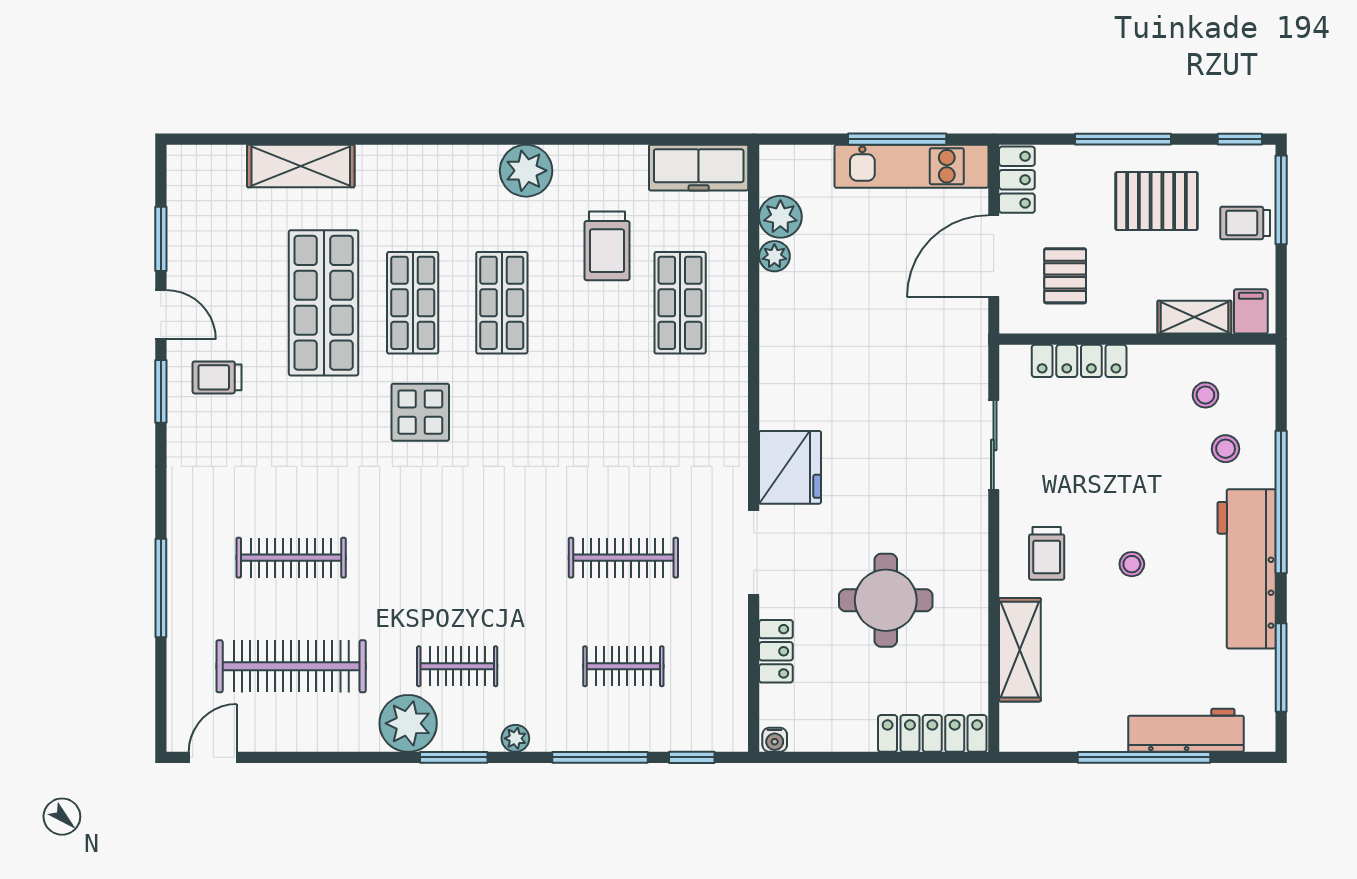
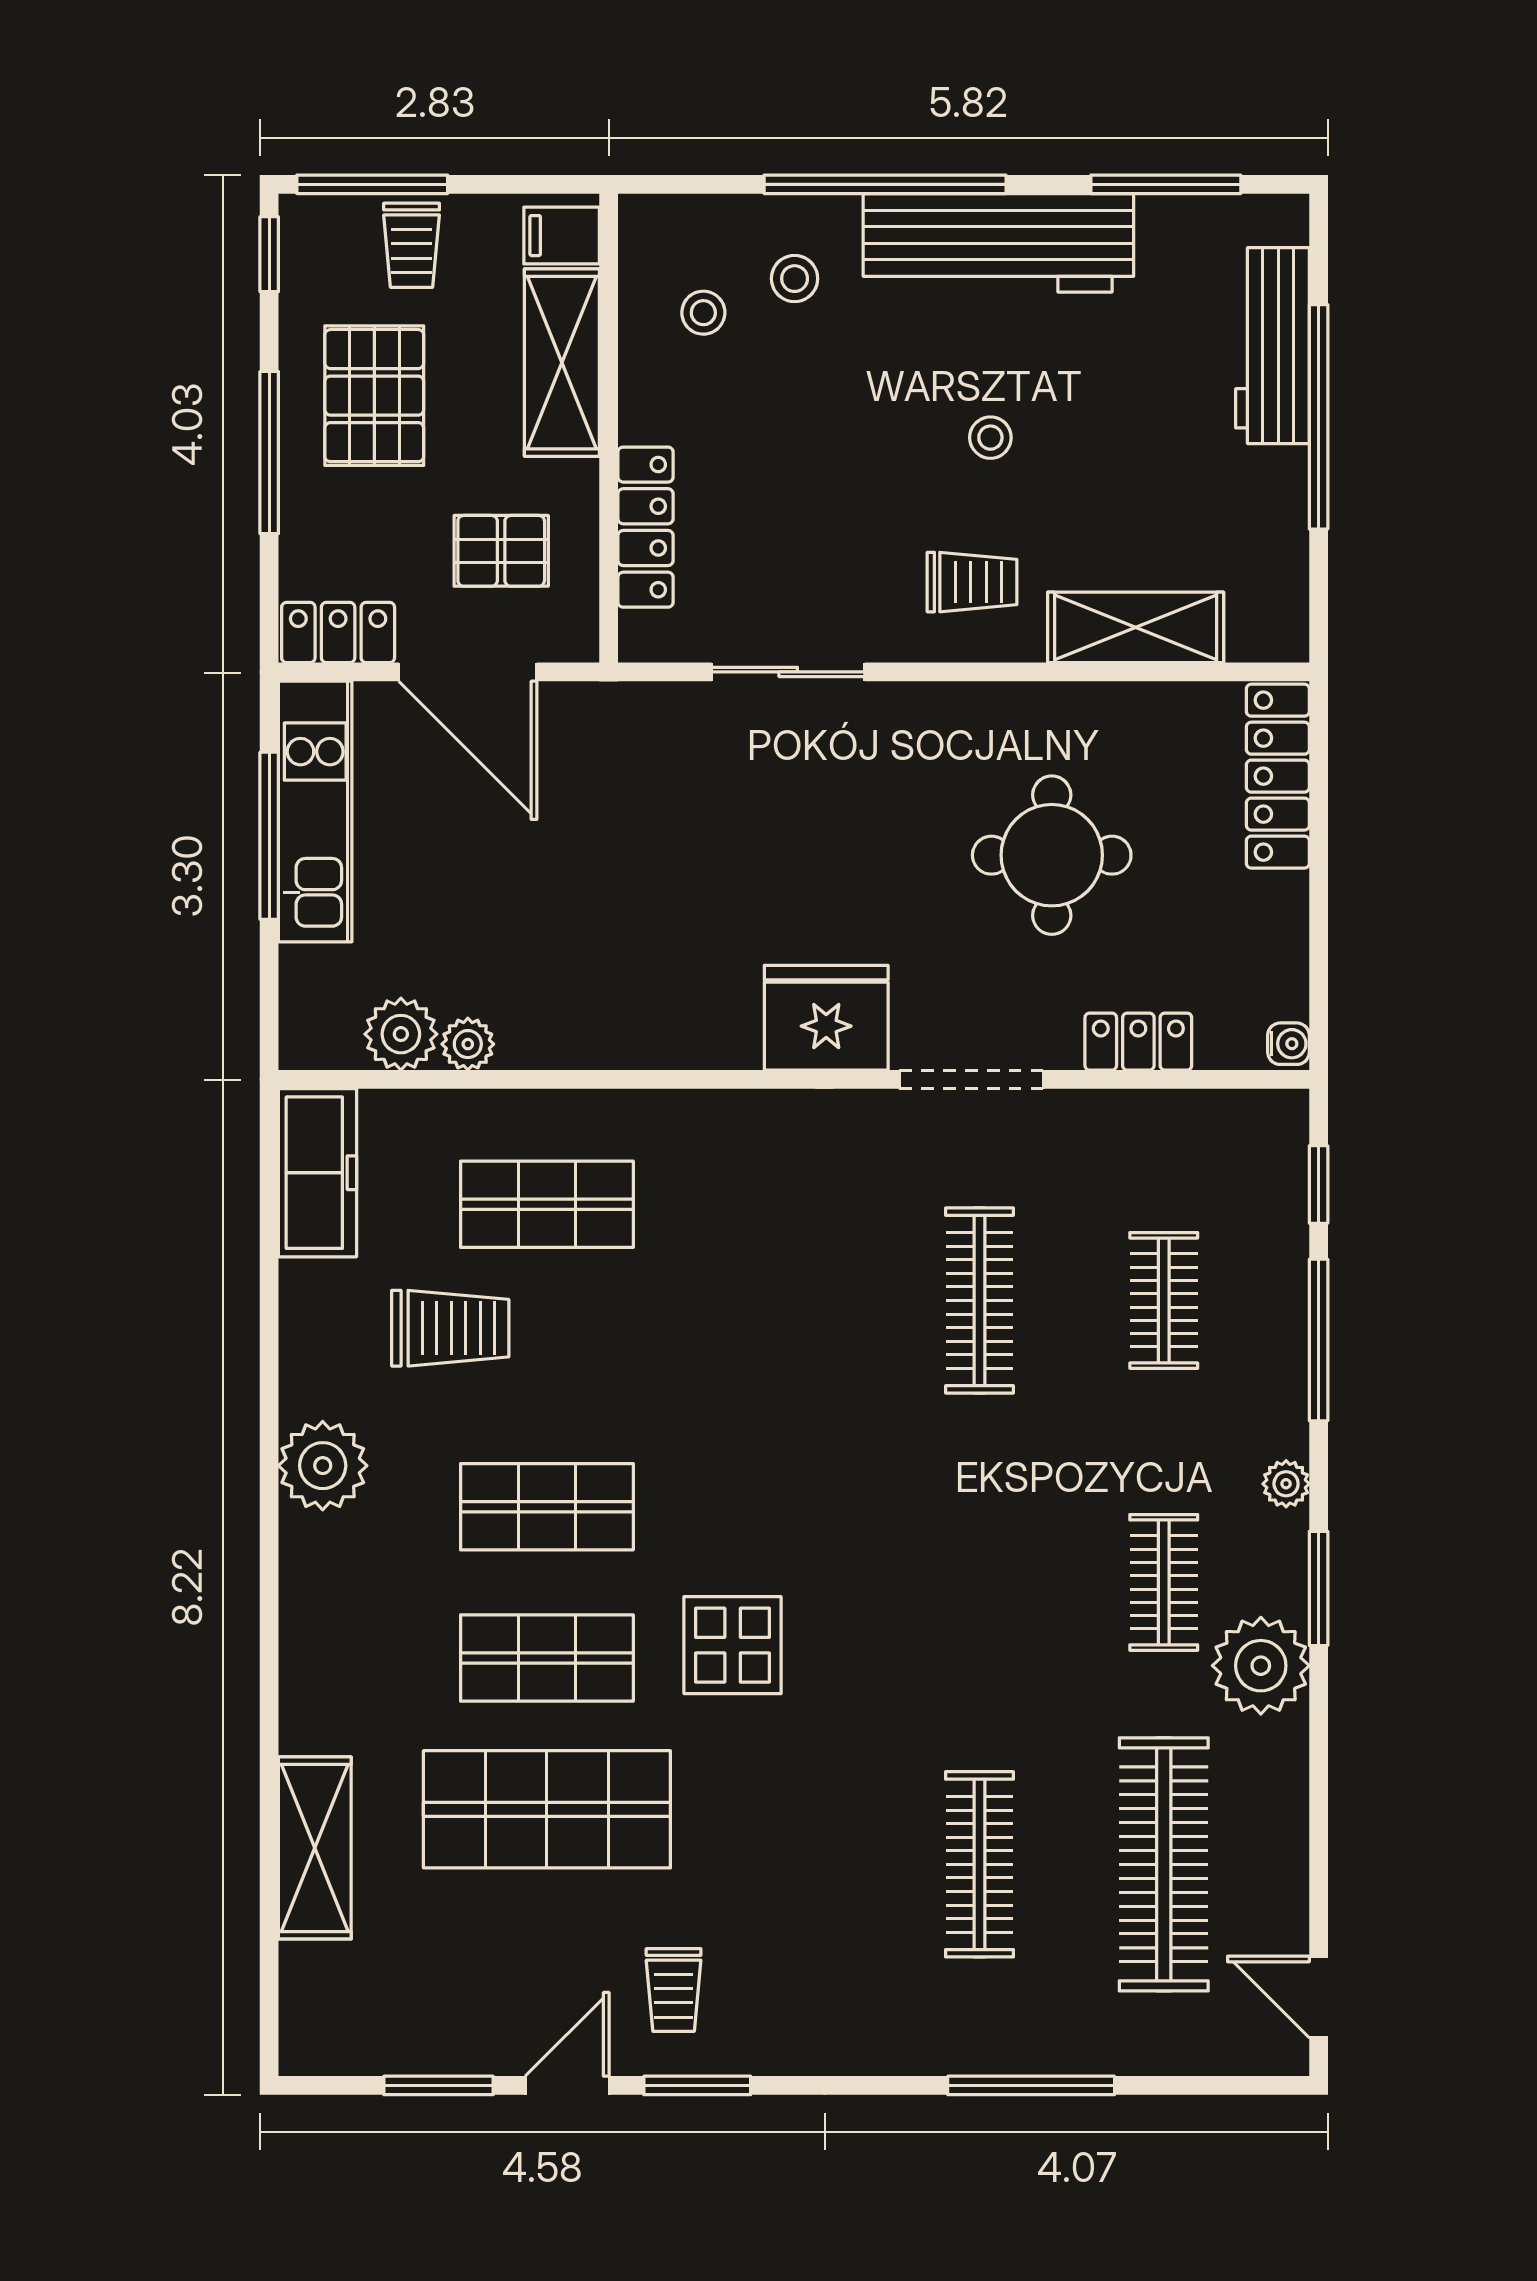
shelving: (1194, 317) -> (562, 363), width x1.50, depth x1.33

